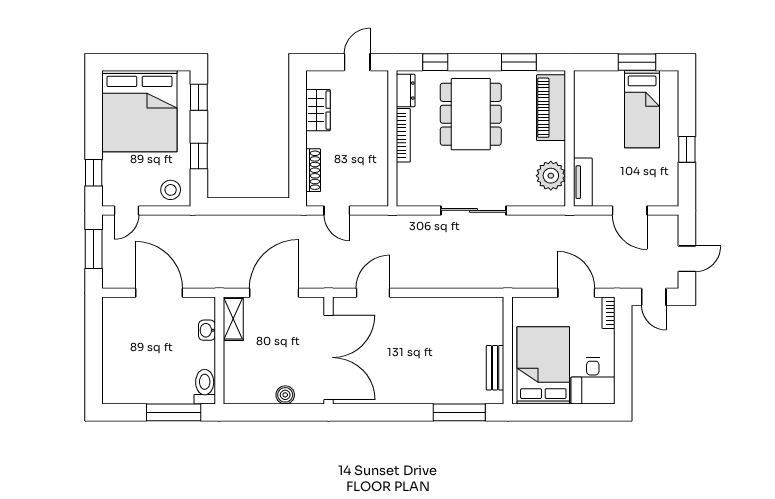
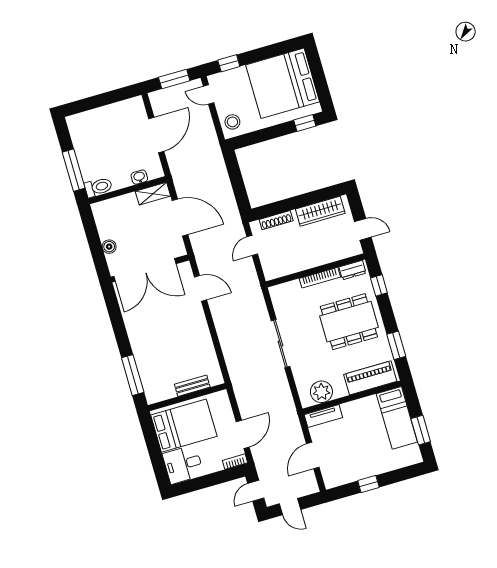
bed: (642, 109) -> (397, 418), moved, turned -90
wardrobe: (318, 110) -> (320, 211), width x1.50
window: (199, 156) -> (263, 135), removed
bench: (495, 368) -> (192, 386), moved

